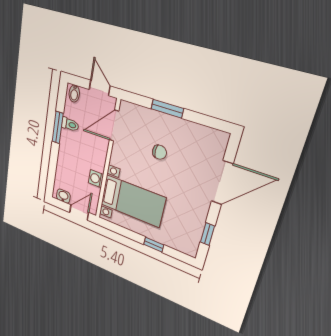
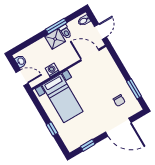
window: (167, 109) -> (134, 89), moved
shower: (69, 142) -> (55, 39), added
chair: (159, 152) -> (119, 101), moved

